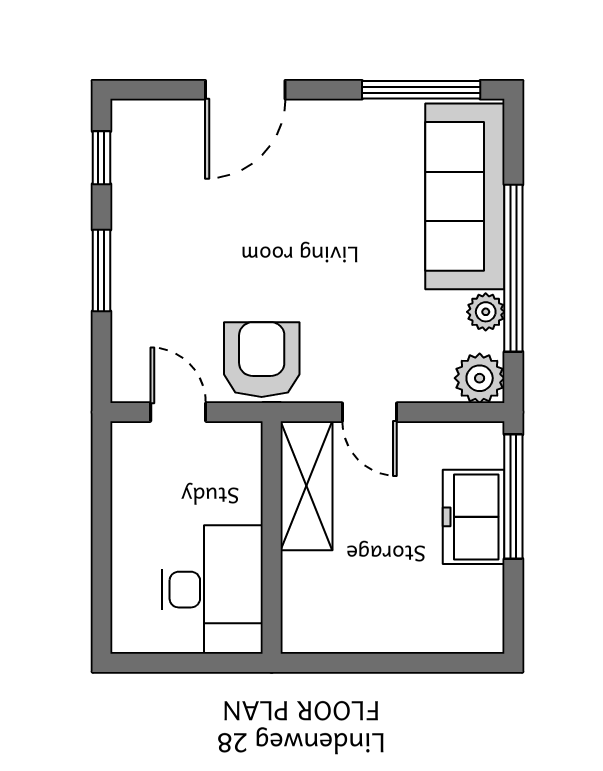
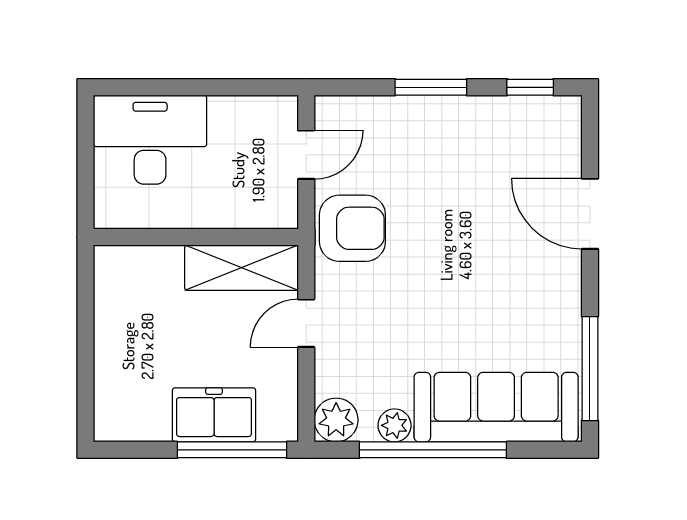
desk: (212, 590) -> (150, 140), moved, turned 180

